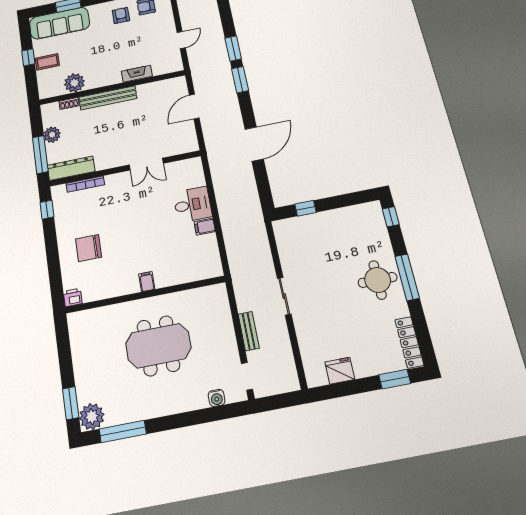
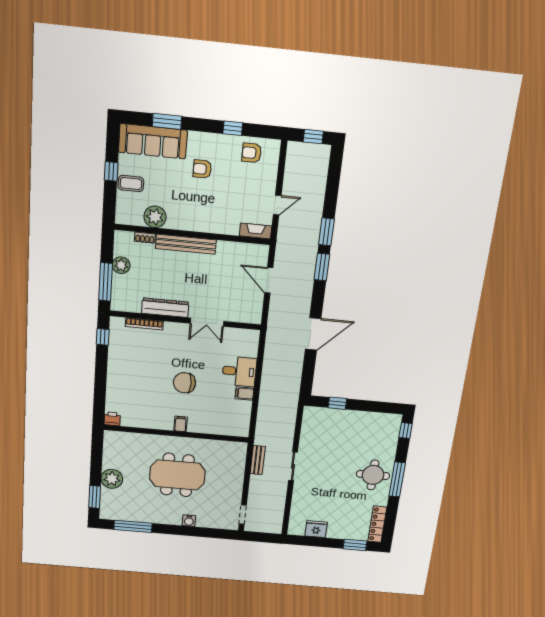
armchair: (121, 15) -> (202, 169), moved, turned -90
fireplace: (137, 74) -> (256, 231), moved
door: (194, 107) -> (269, 280), hinge flipped
dresser: (71, 168) -> (165, 308), moved
chair: (89, 248) -> (184, 383), moved
bench: (249, 331) -> (258, 460), moved
water cooler: (217, 398) -> (189, 521), moved
plant: (92, 417) -> (112, 479), moved

